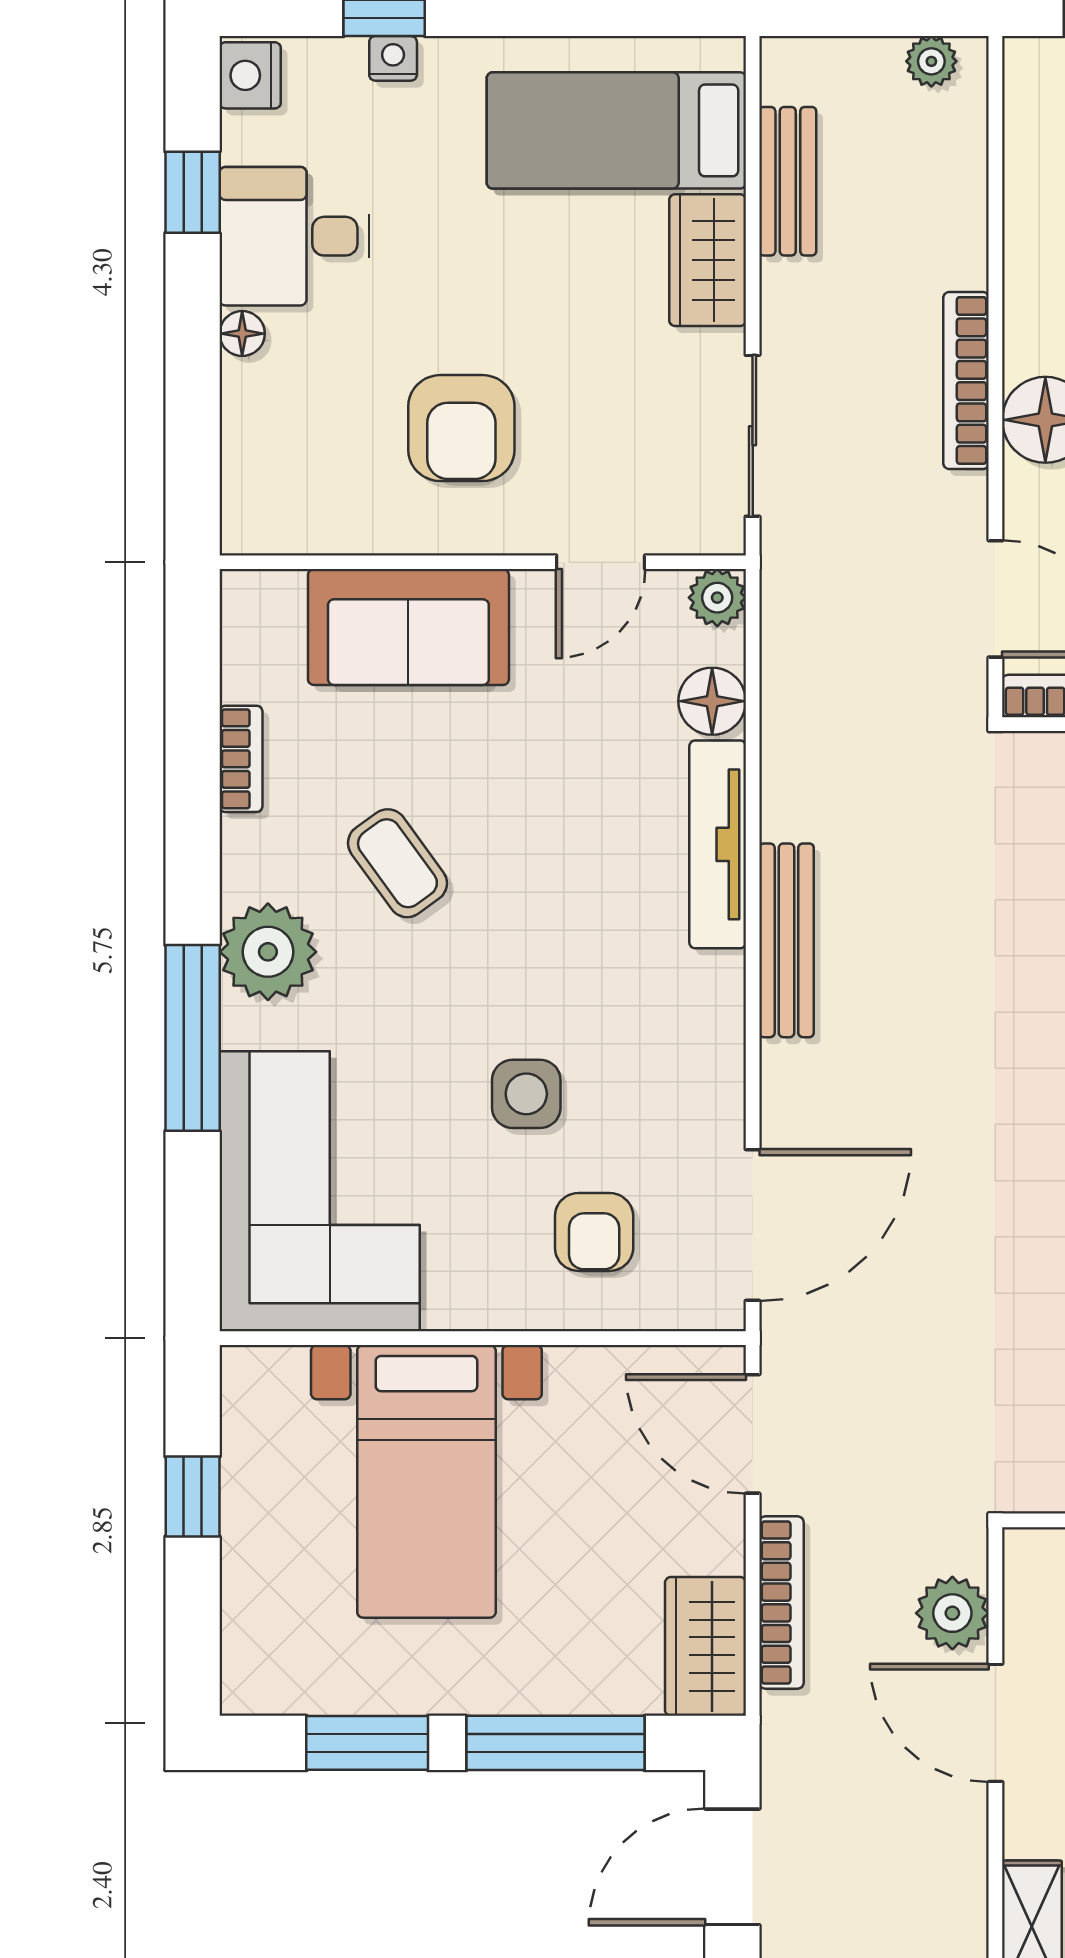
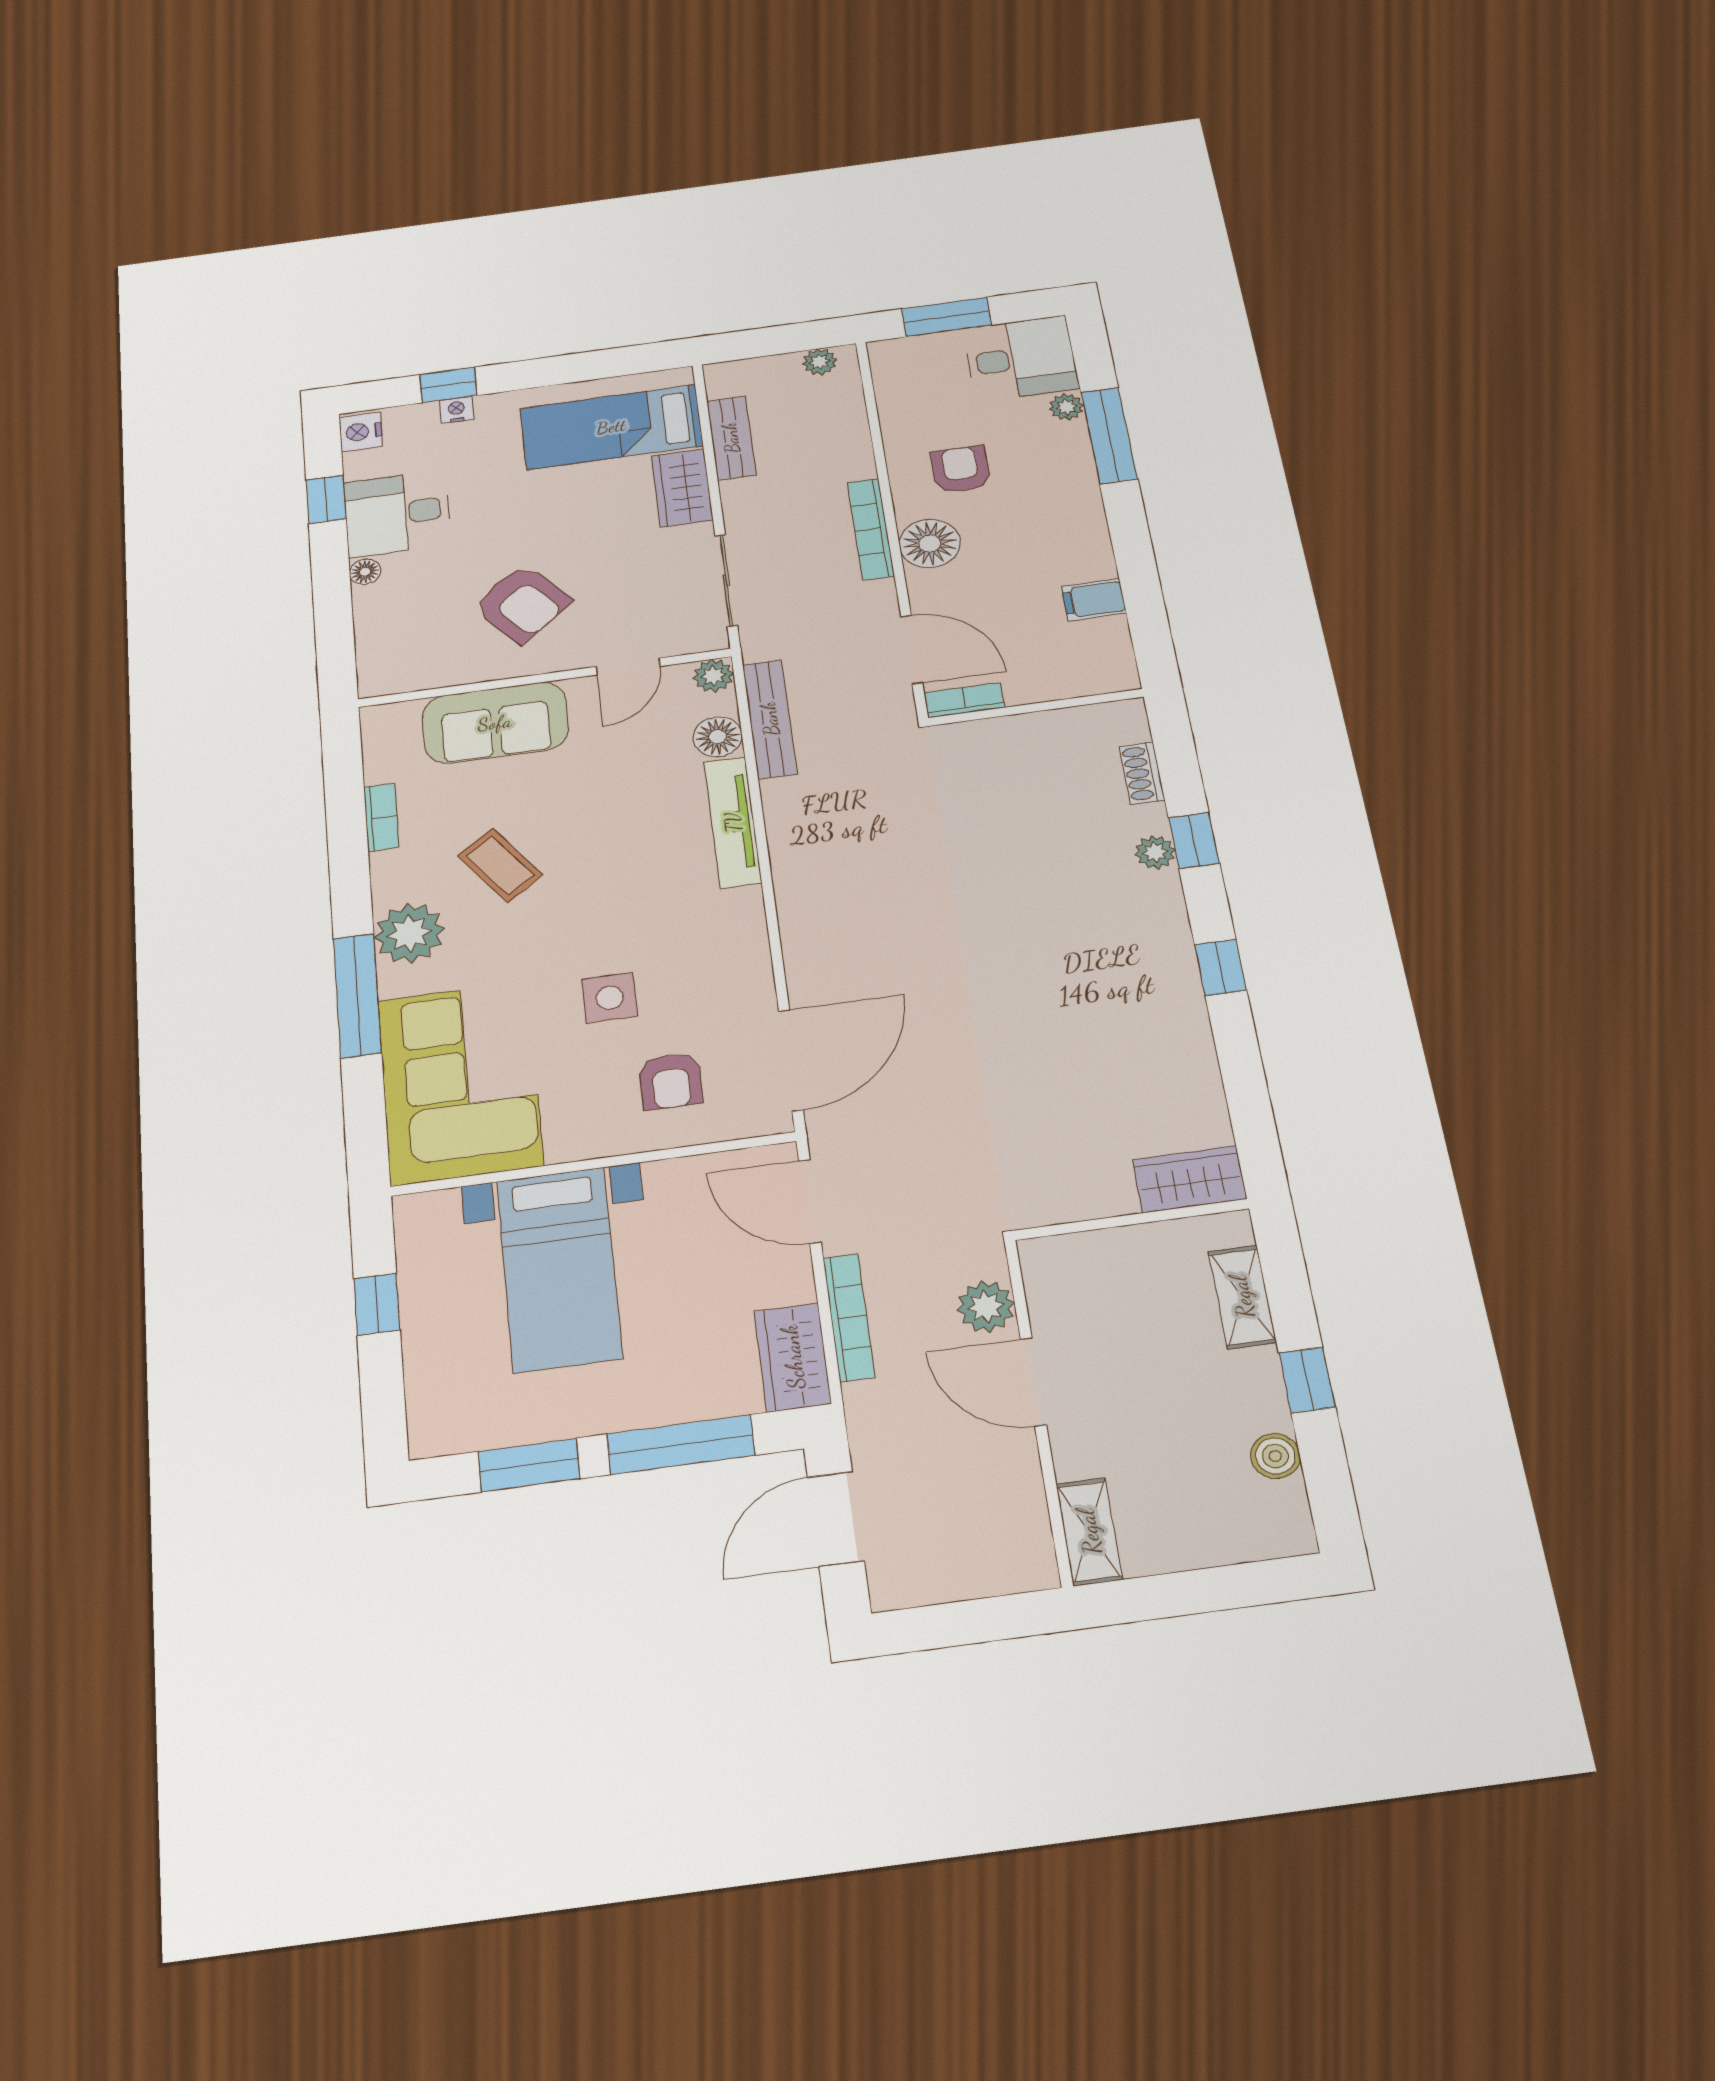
armchair: (461, 428) -> (522, 604), turned -40
bench: (786, 940) -> (770, 719), moved

